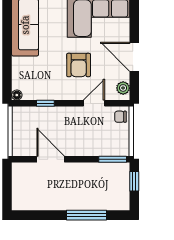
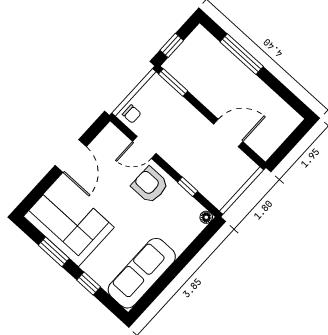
armchair: (79, 65) -> (150, 185), moved, turned -90
plant: (123, 88) -> (106, 137), removed
door: (51, 159) -> (228, 133), swing flipped

